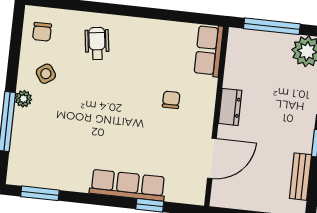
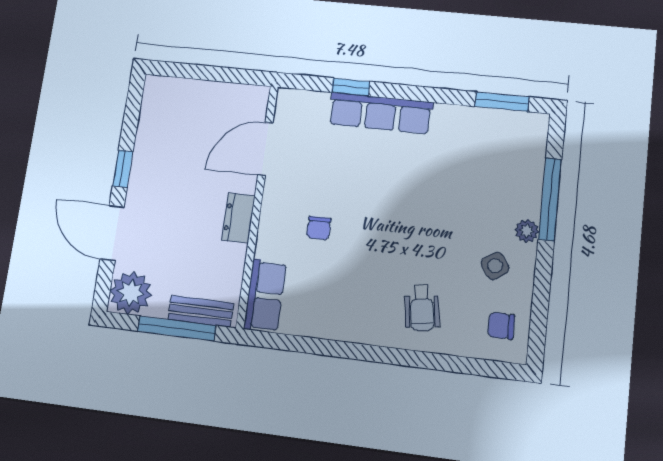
chair: (42, 32) -> (501, 326), turned -90
bench: (300, 177) -> (201, 311), moved, turned 90

